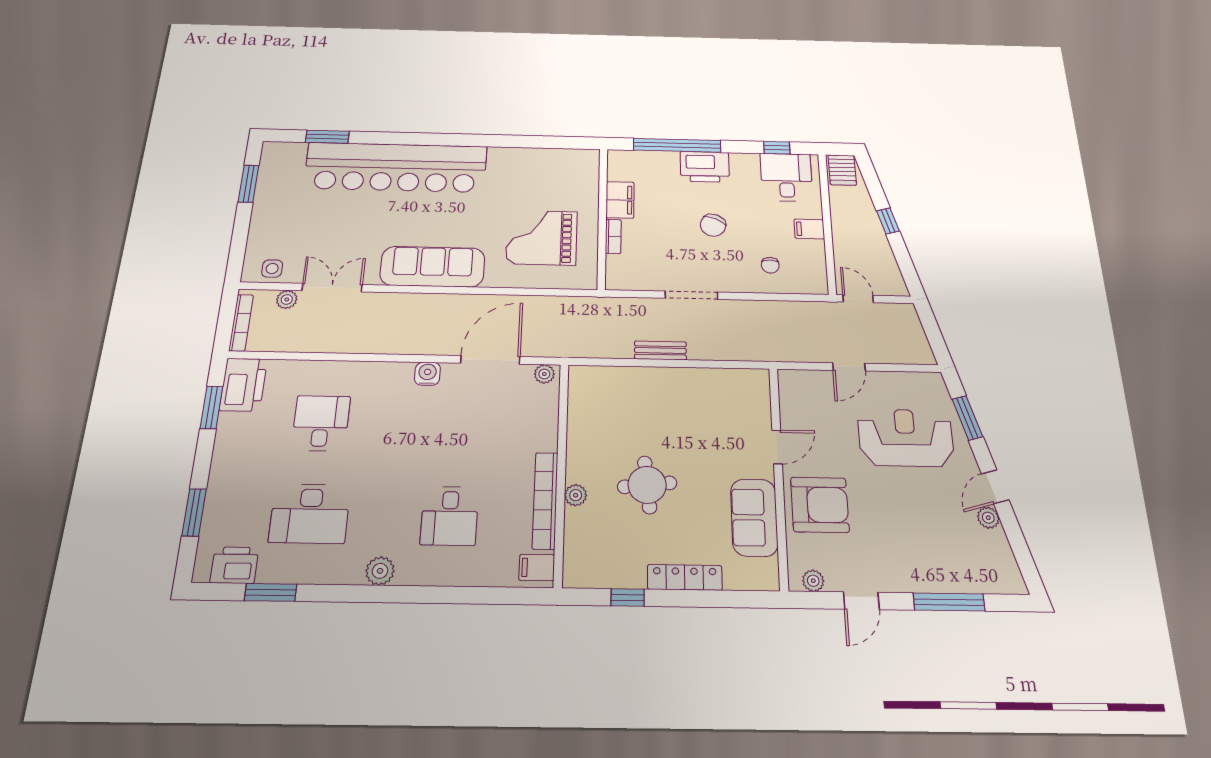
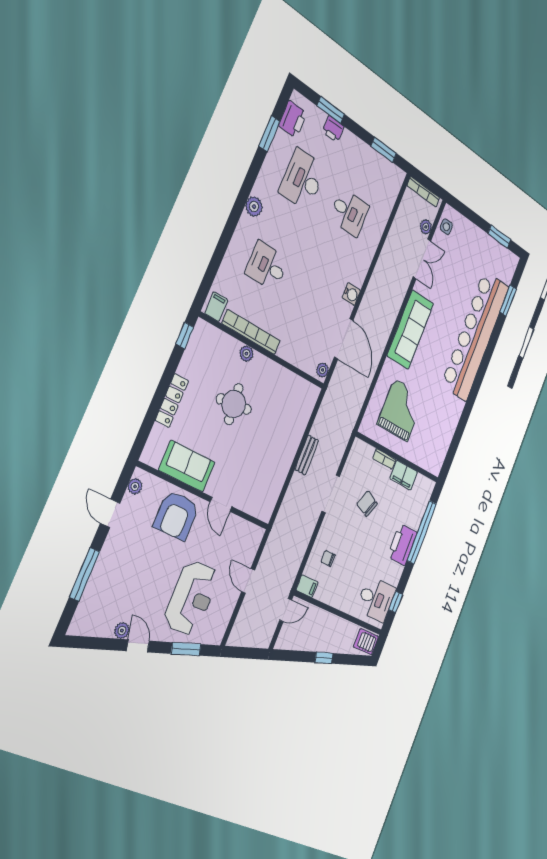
chair: (713, 225) -> (367, 504), moved
filing cabinet: (809, 229) -> (307, 586), moved, turned 90
printer: (243, 385) -> (333, 129), moved, width x0.53, depth x0.68
window: (628, 597) -> (185, 335), moved

